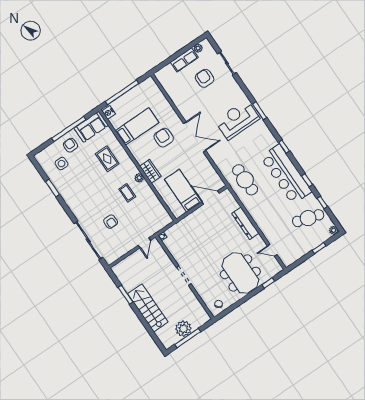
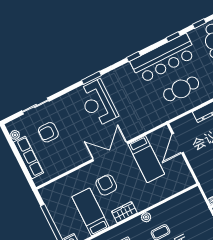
row of seats: (184, 60) -> (29, 157), width x1.48
armchair: (164, 138) -> (106, 185), turned 90
wardrobe: (150, 171) -> (124, 212), moved
cafe table: (245, 180) -> (181, 89), moved
bed: (183, 191) -> (146, 159), moved, turned -90

